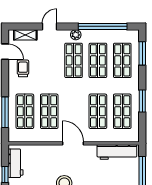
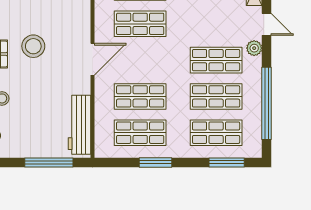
plant: (76, 35) -> (254, 48), moved

